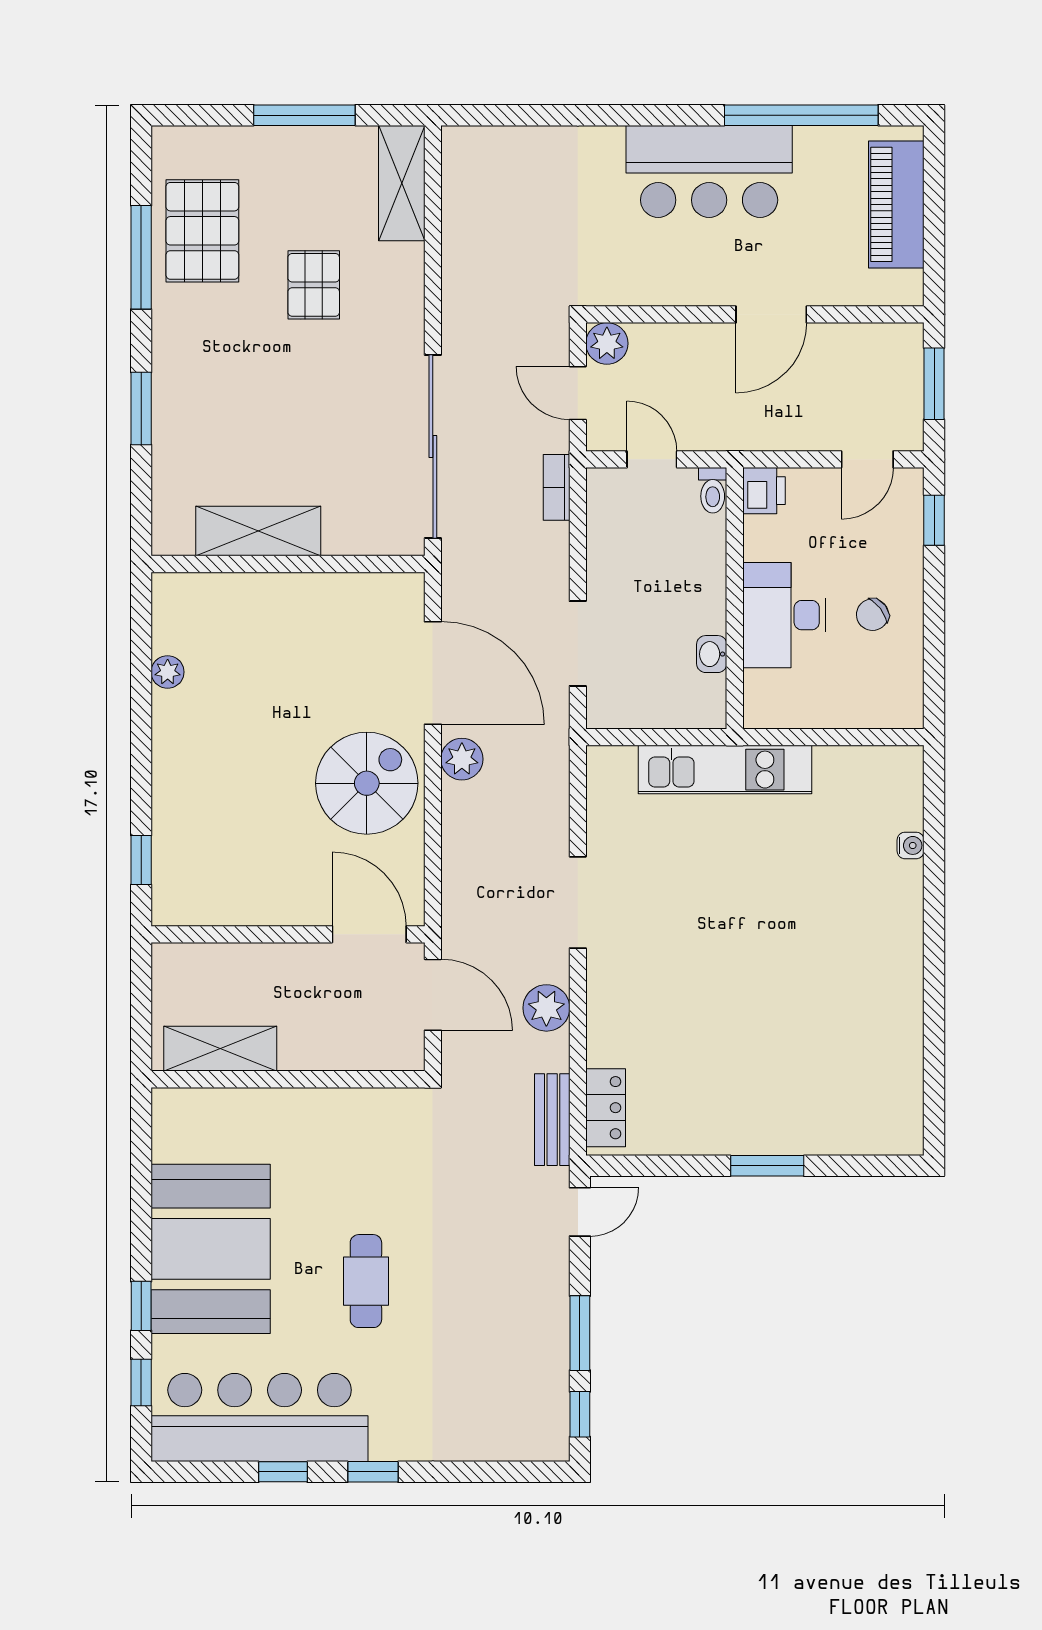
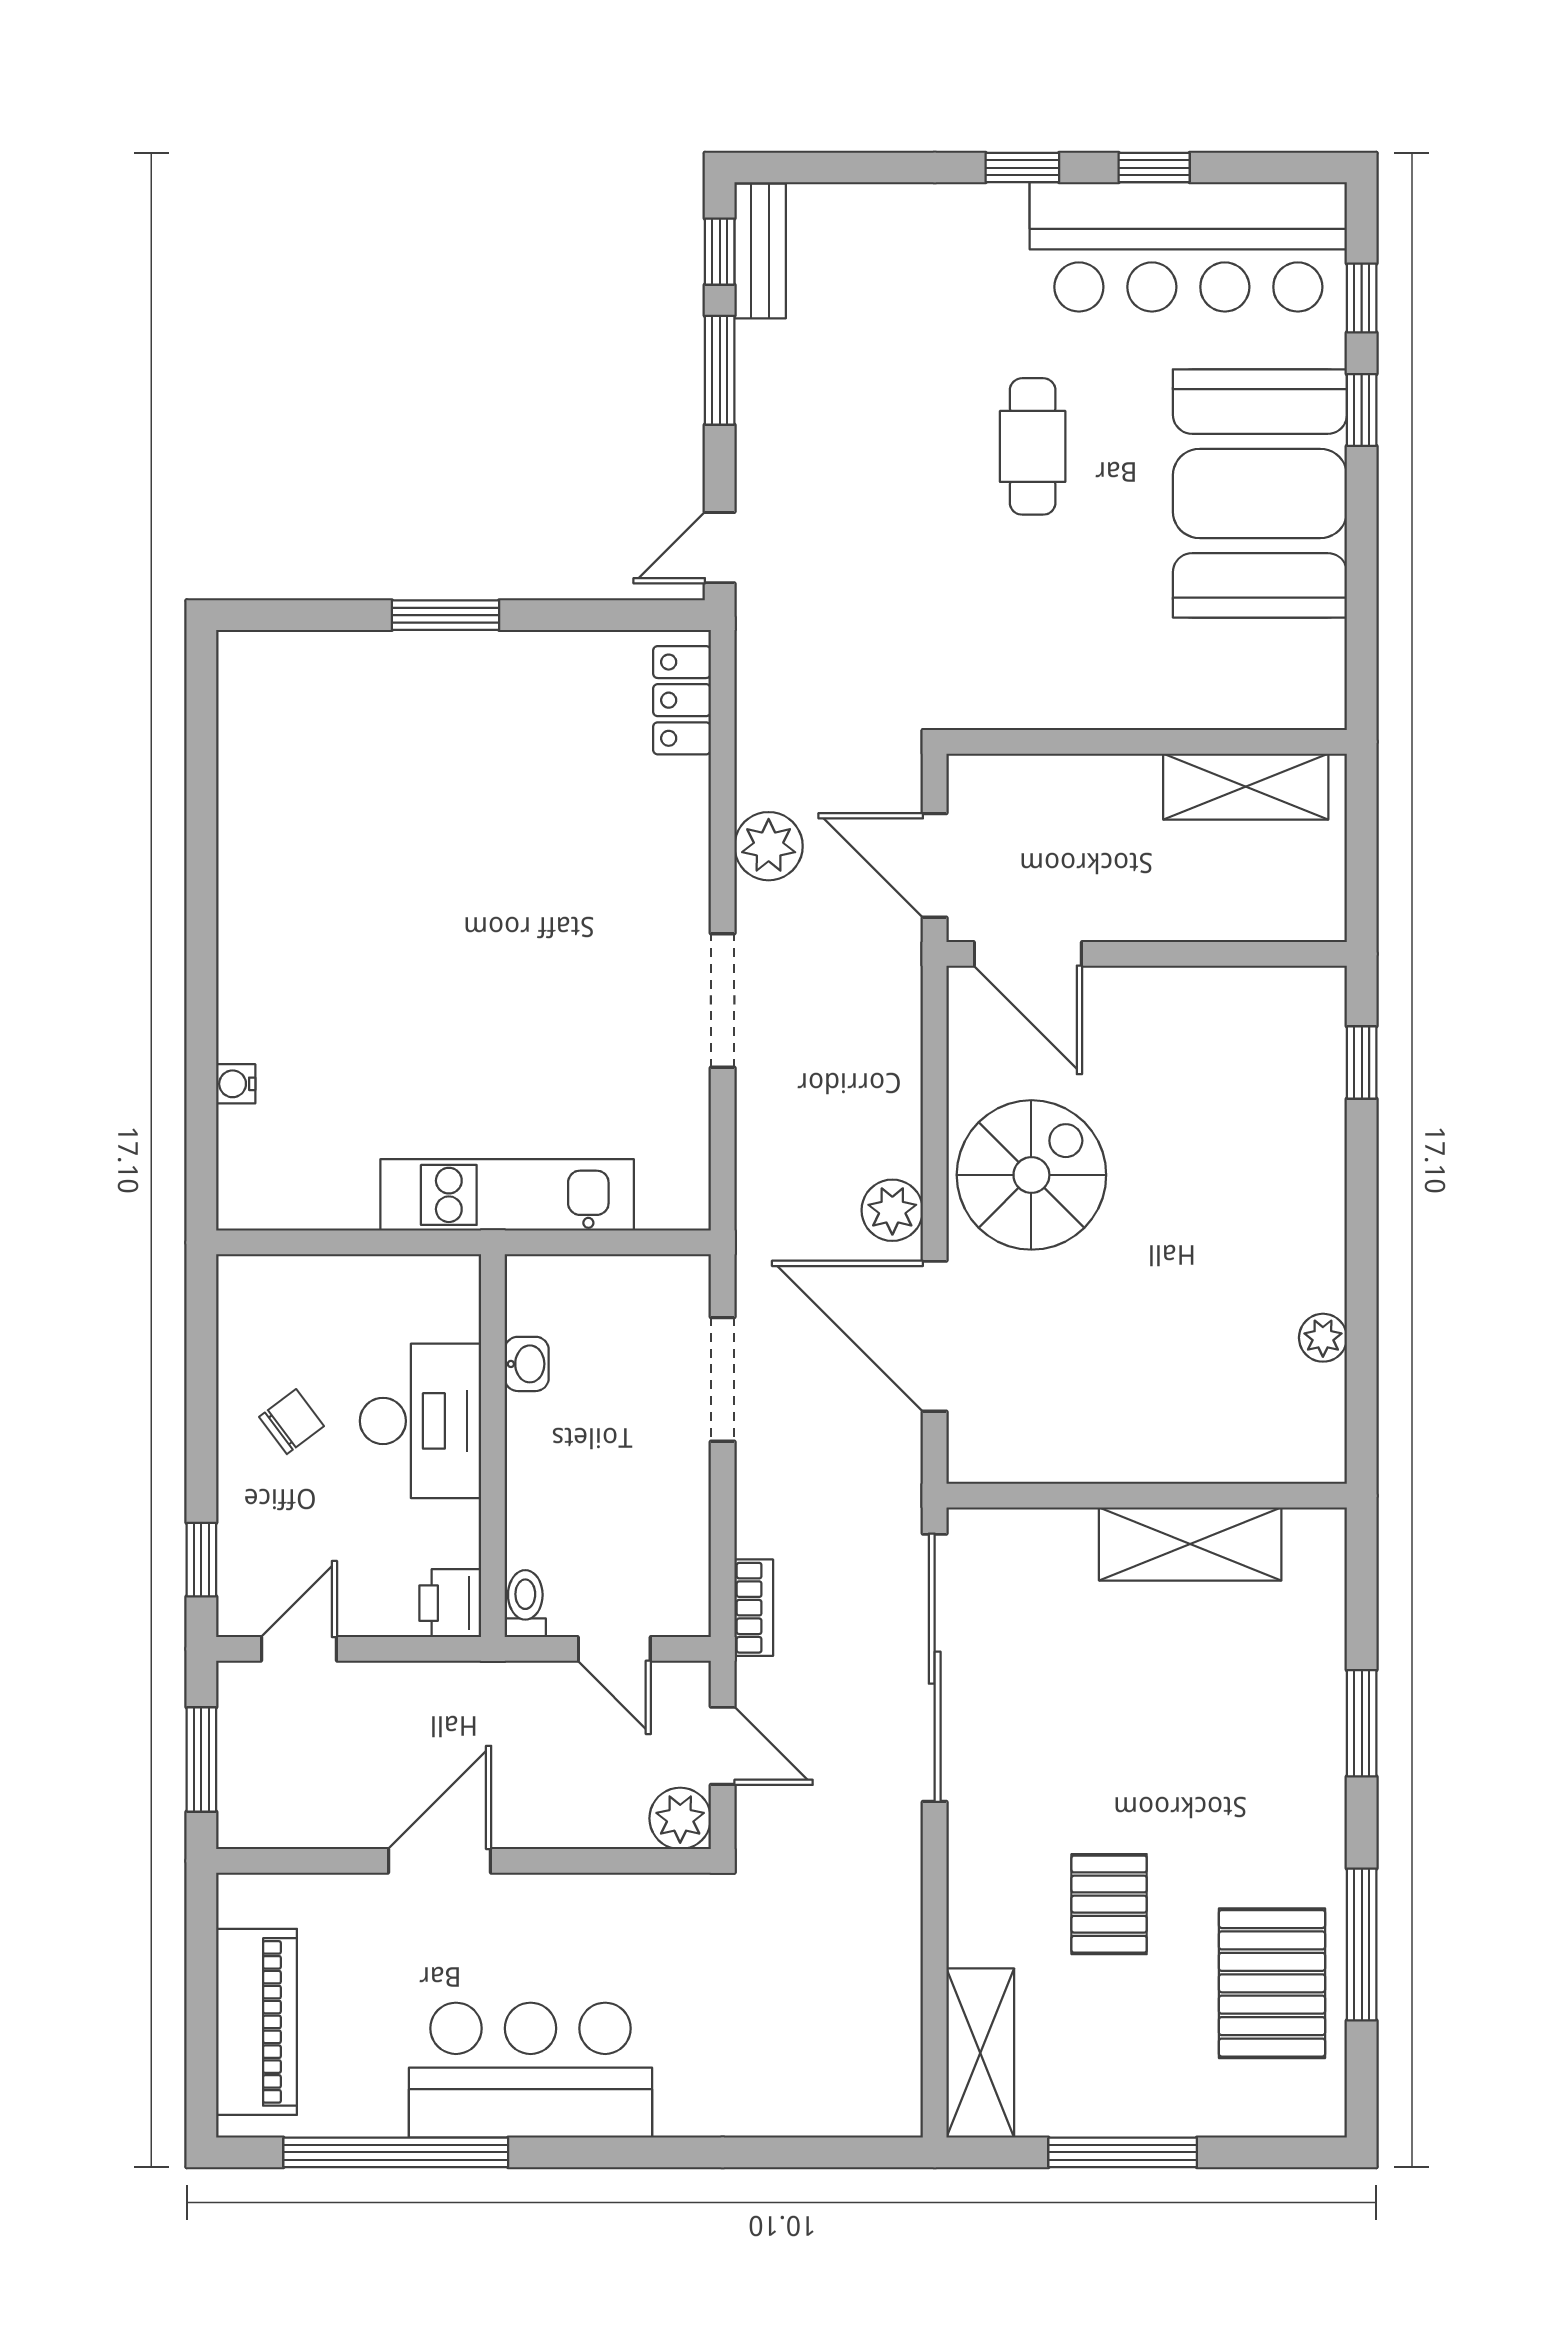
spiral stairs: (367, 783) -> (1031, 1175), turned 180
bench: (552, 1120) -> (760, 251), moved

